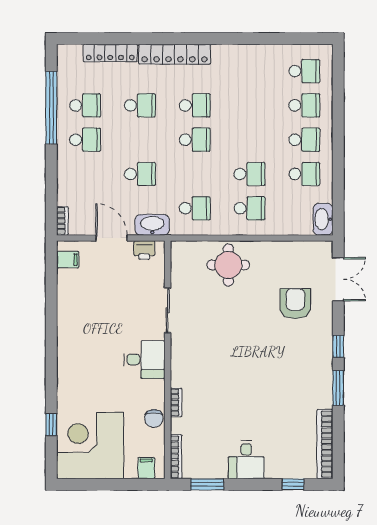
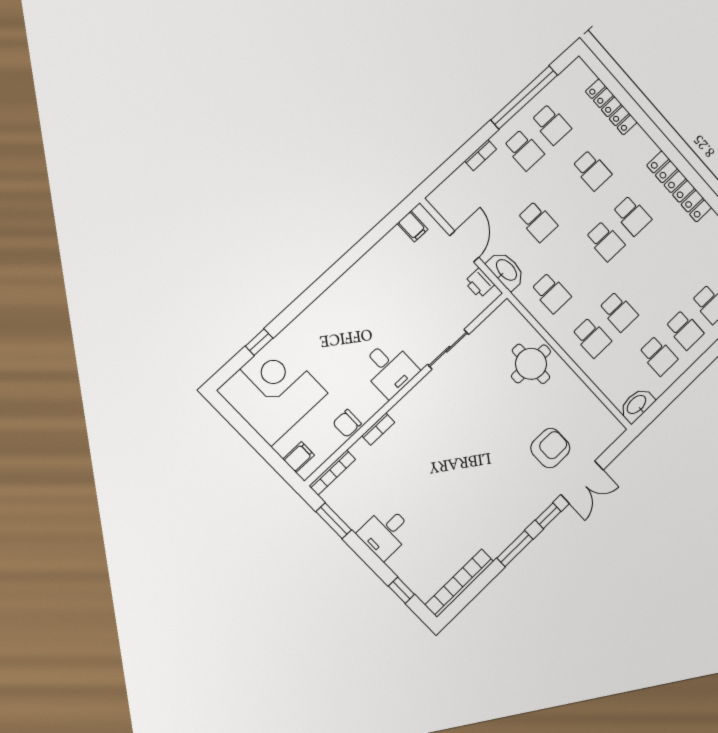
locker: (174, 54) -> (679, 186), moved
bookcase: (62, 221) -> (481, 155), moved
double door: (338, 279) -> (582, 482), moved

